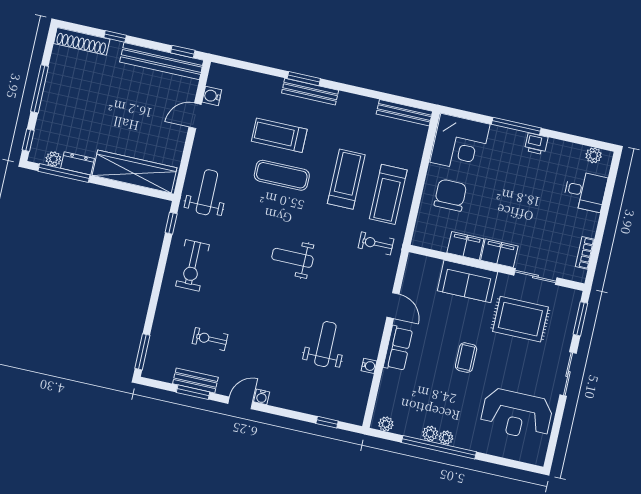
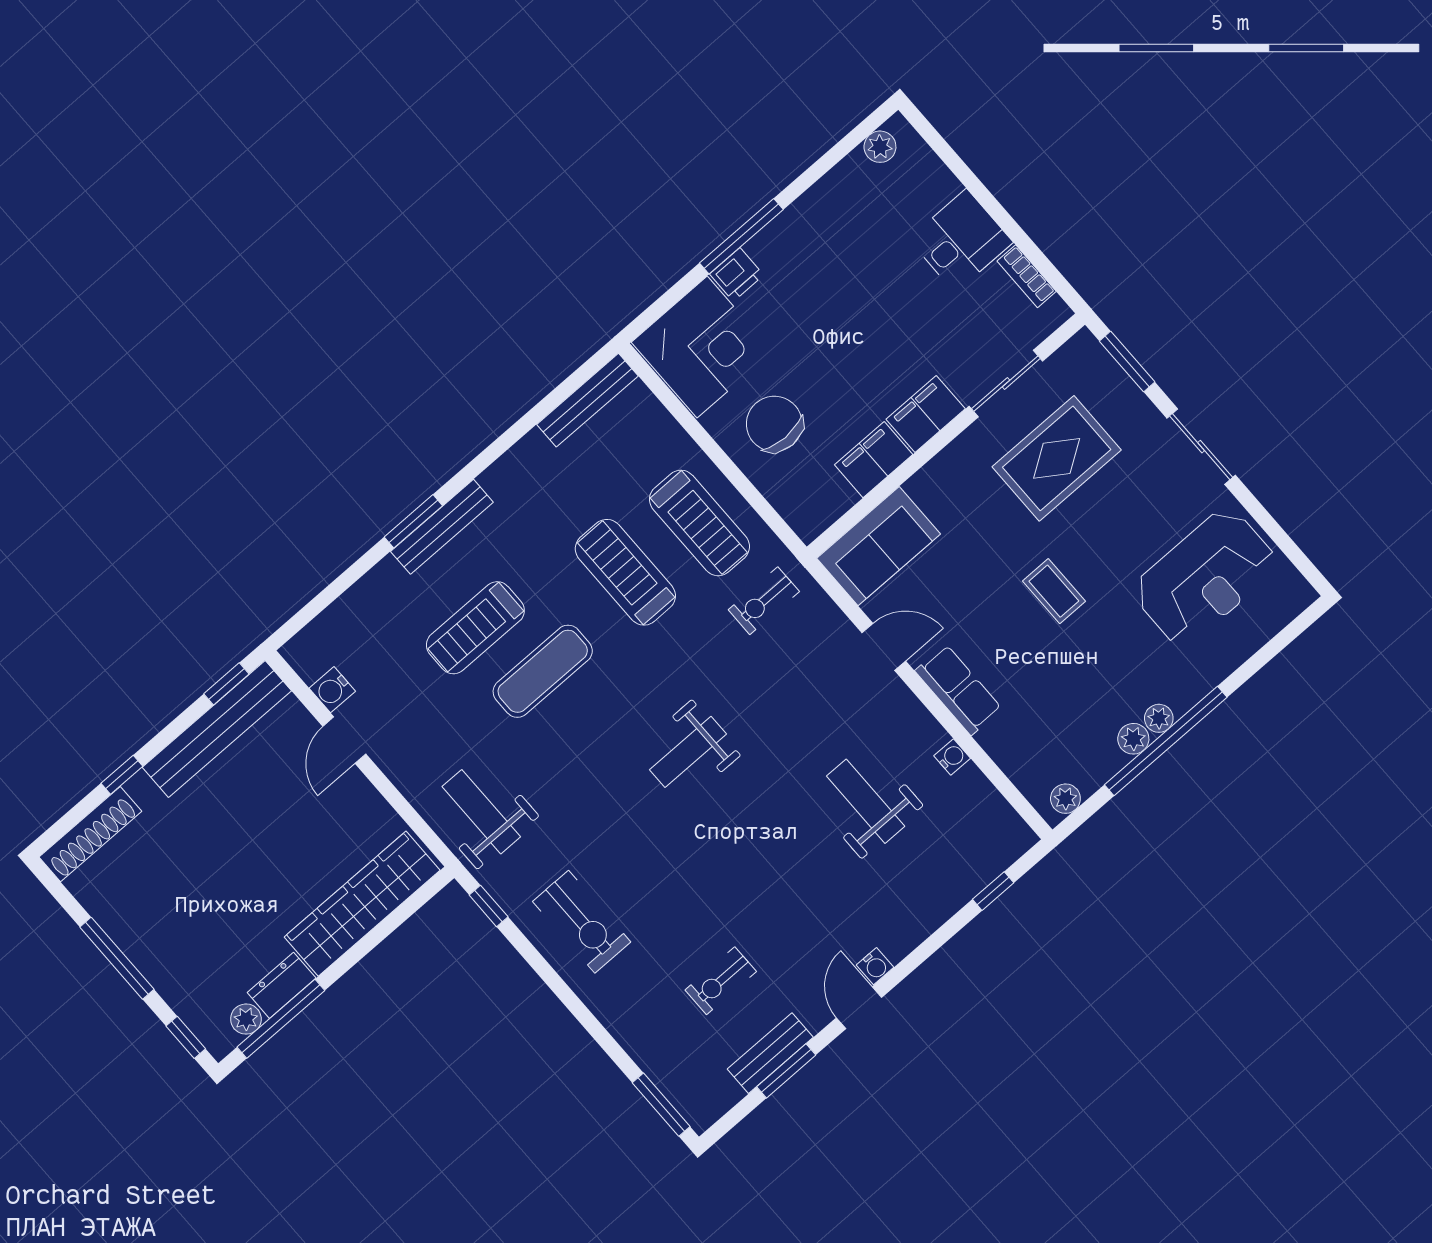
printer: (536, 144) -> (737, 275), moved
desk: (585, 191) -> (961, 241), moved
sofa: (467, 281) -> (879, 546), moved

